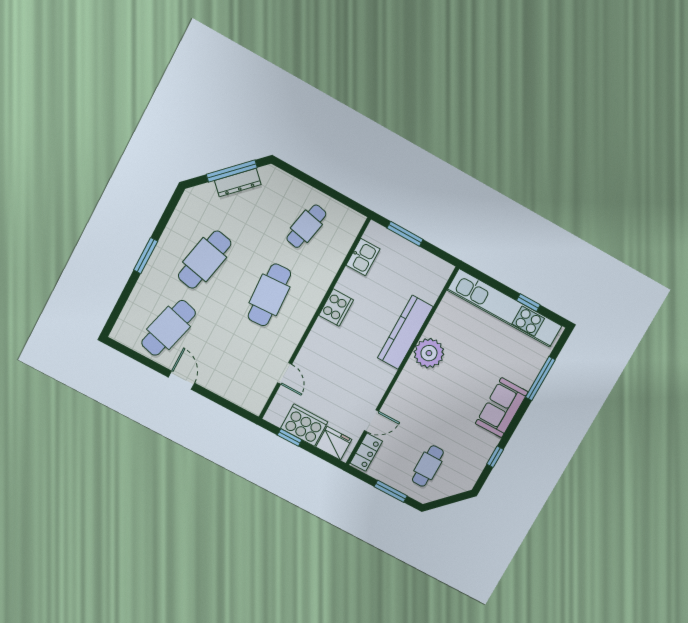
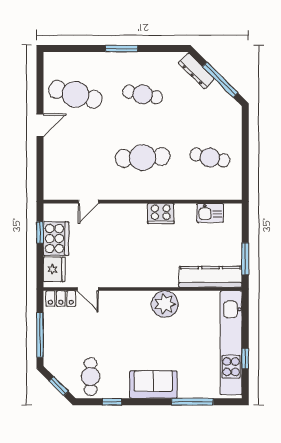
dresser: (238, 182) -> (196, 71), moved
window: (405, 234) -> (245, 259), moved
cafe table: (205, 260) -> (143, 94), width x0.73, depth x0.74
kitchen counter: (405, 332) -> (210, 277), moved
cafe table: (428, 466) -> (90, 377), moved, turned 90
window: (391, 491) -> (40, 335), width x1.44
window: (451, 500) -> (59, 386), added

